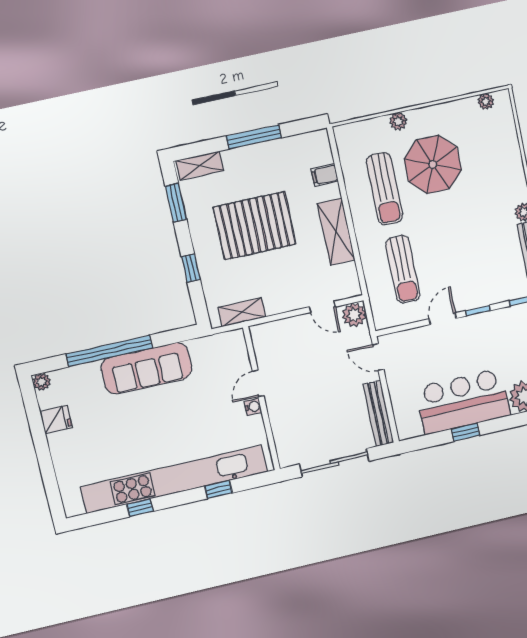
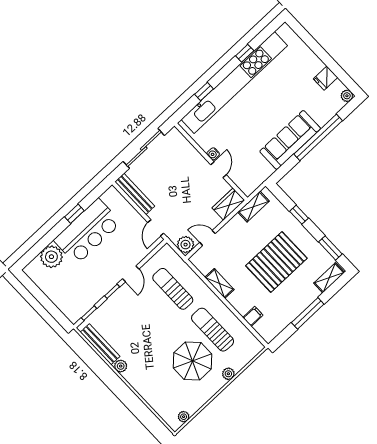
shelving: (336, 232) -> (219, 283), width x0.67, depth x0.75
wardrobe: (271, 334) -> (228, 204), added
door: (378, 357) -> (156, 228), swing flipped

